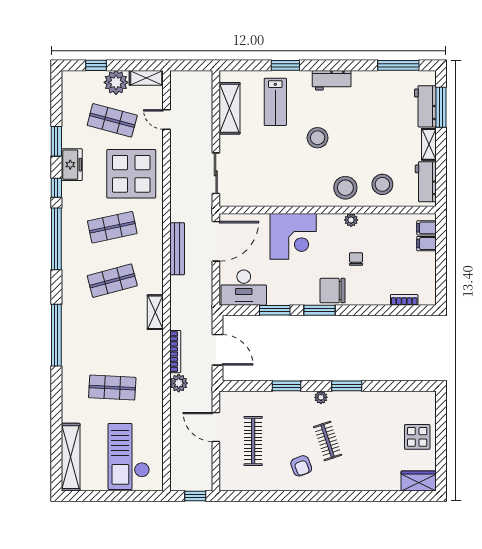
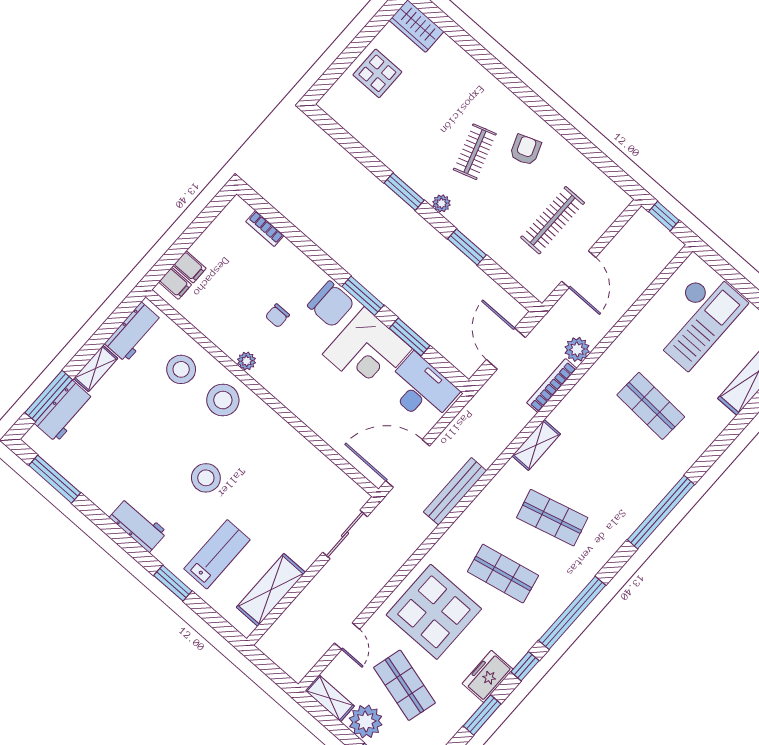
corner desk: (293, 236) -> (367, 352), moved, turned 180

